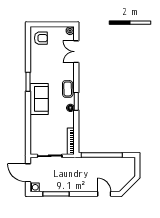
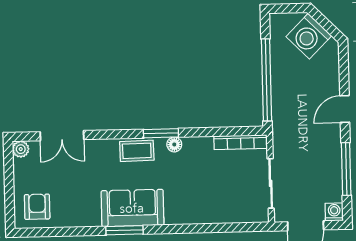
sofa: (39, 99) -> (132, 208), moved
washing machine: (123, 177) -> (309, 36), added
door: (104, 194) -> (345, 109), moved

